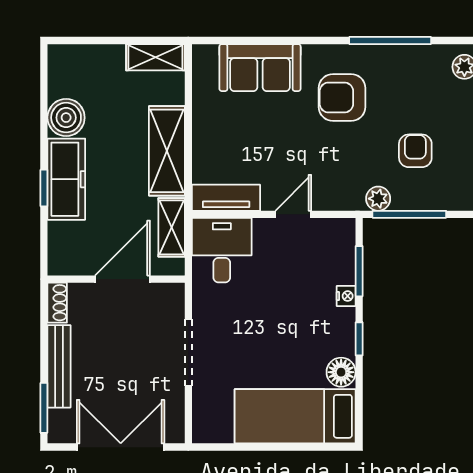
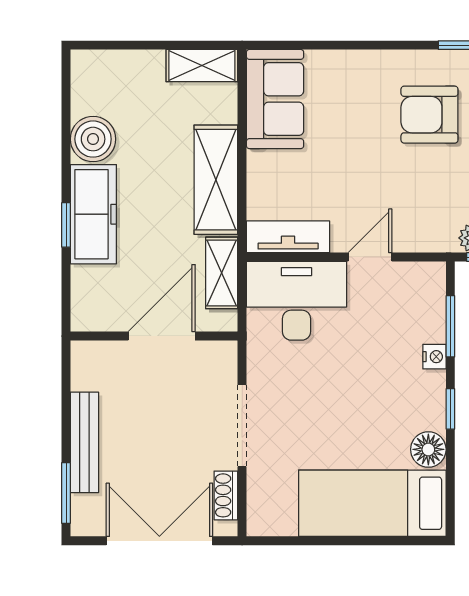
sofa: (260, 68) -> (275, 99), moved, turned -90
desk: (222, 250) -> (296, 301), width x1.37
shoe rack: (57, 303) -> (226, 495), moved, turned 180

